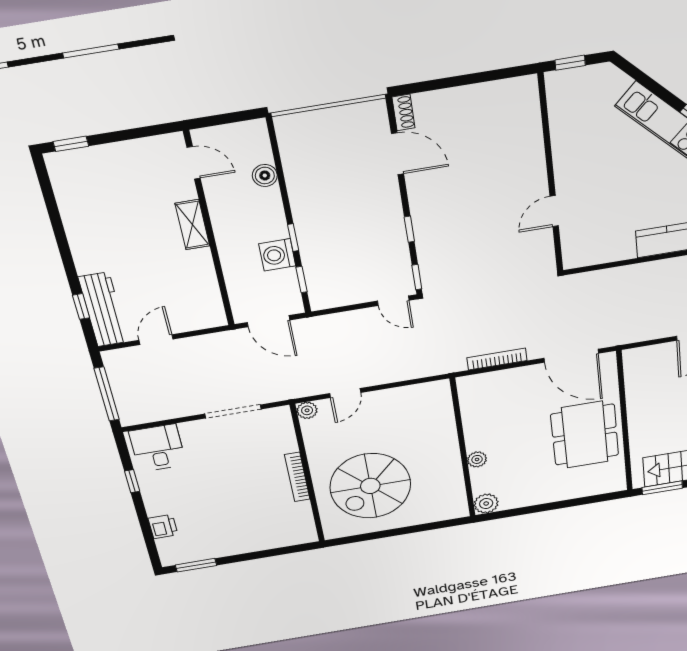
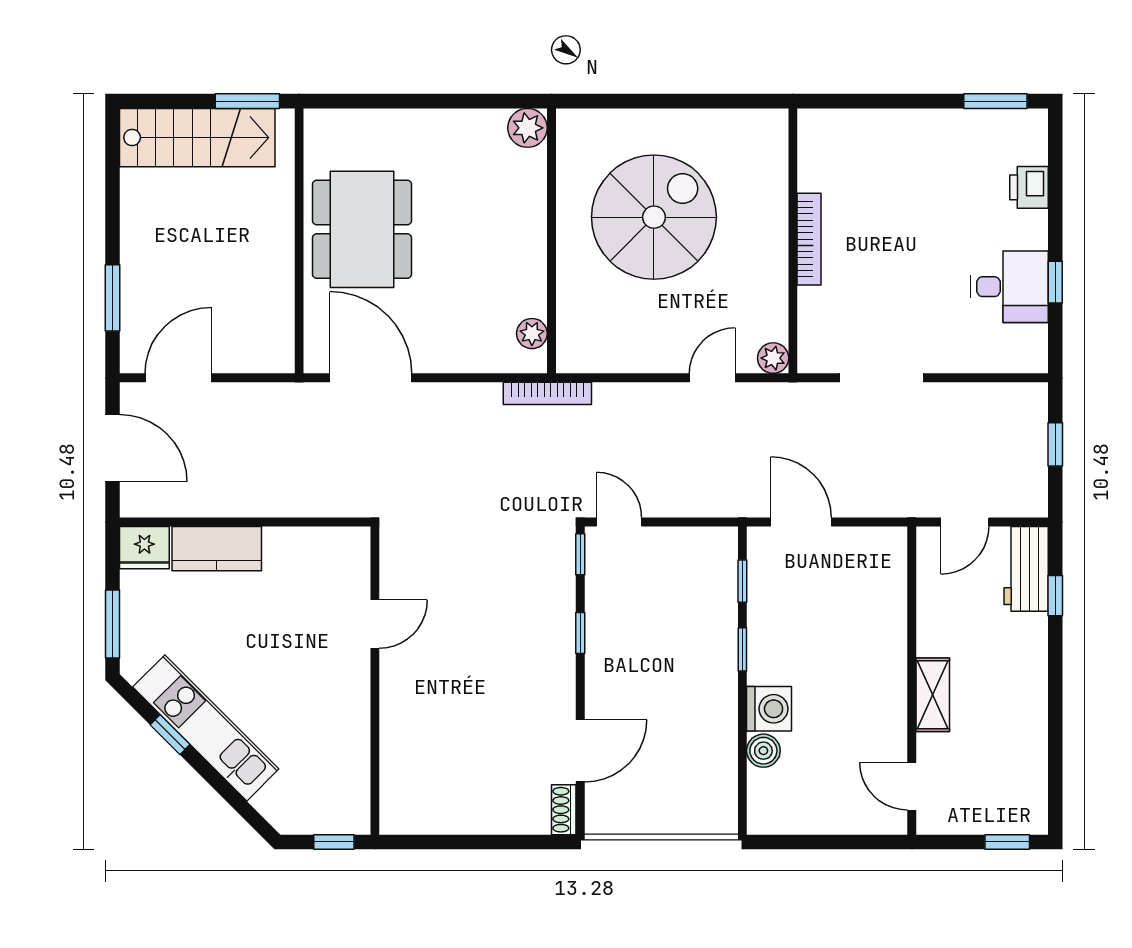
door: (397, 154) -> (580, 751), swing flipped
door: (193, 163) -> (912, 786), moved
shelving: (192, 225) -> (933, 695), moved
wall: (209, 231) -> (912, 681), moved
washing machine: (277, 255) -> (769, 709), moved
workbench: (103, 310) -> (1026, 569), width x0.73
bookcase: (497, 359) -> (547, 393), moved
window: (107, 394) -> (1055, 444), width x0.46
desk: (158, 448) -> (1009, 287), moved, turned -90
plant: (477, 459) -> (532, 334), moved
spiral stairs: (370, 486) -> (654, 217), moved

